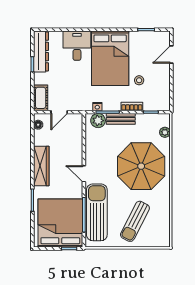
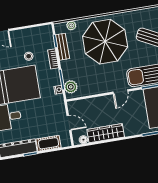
cot: (41, 98) -> (48, 143), moved
bench: (121, 119) -> (62, 47), moved
wardrobe: (41, 166) -> (106, 133), moved

